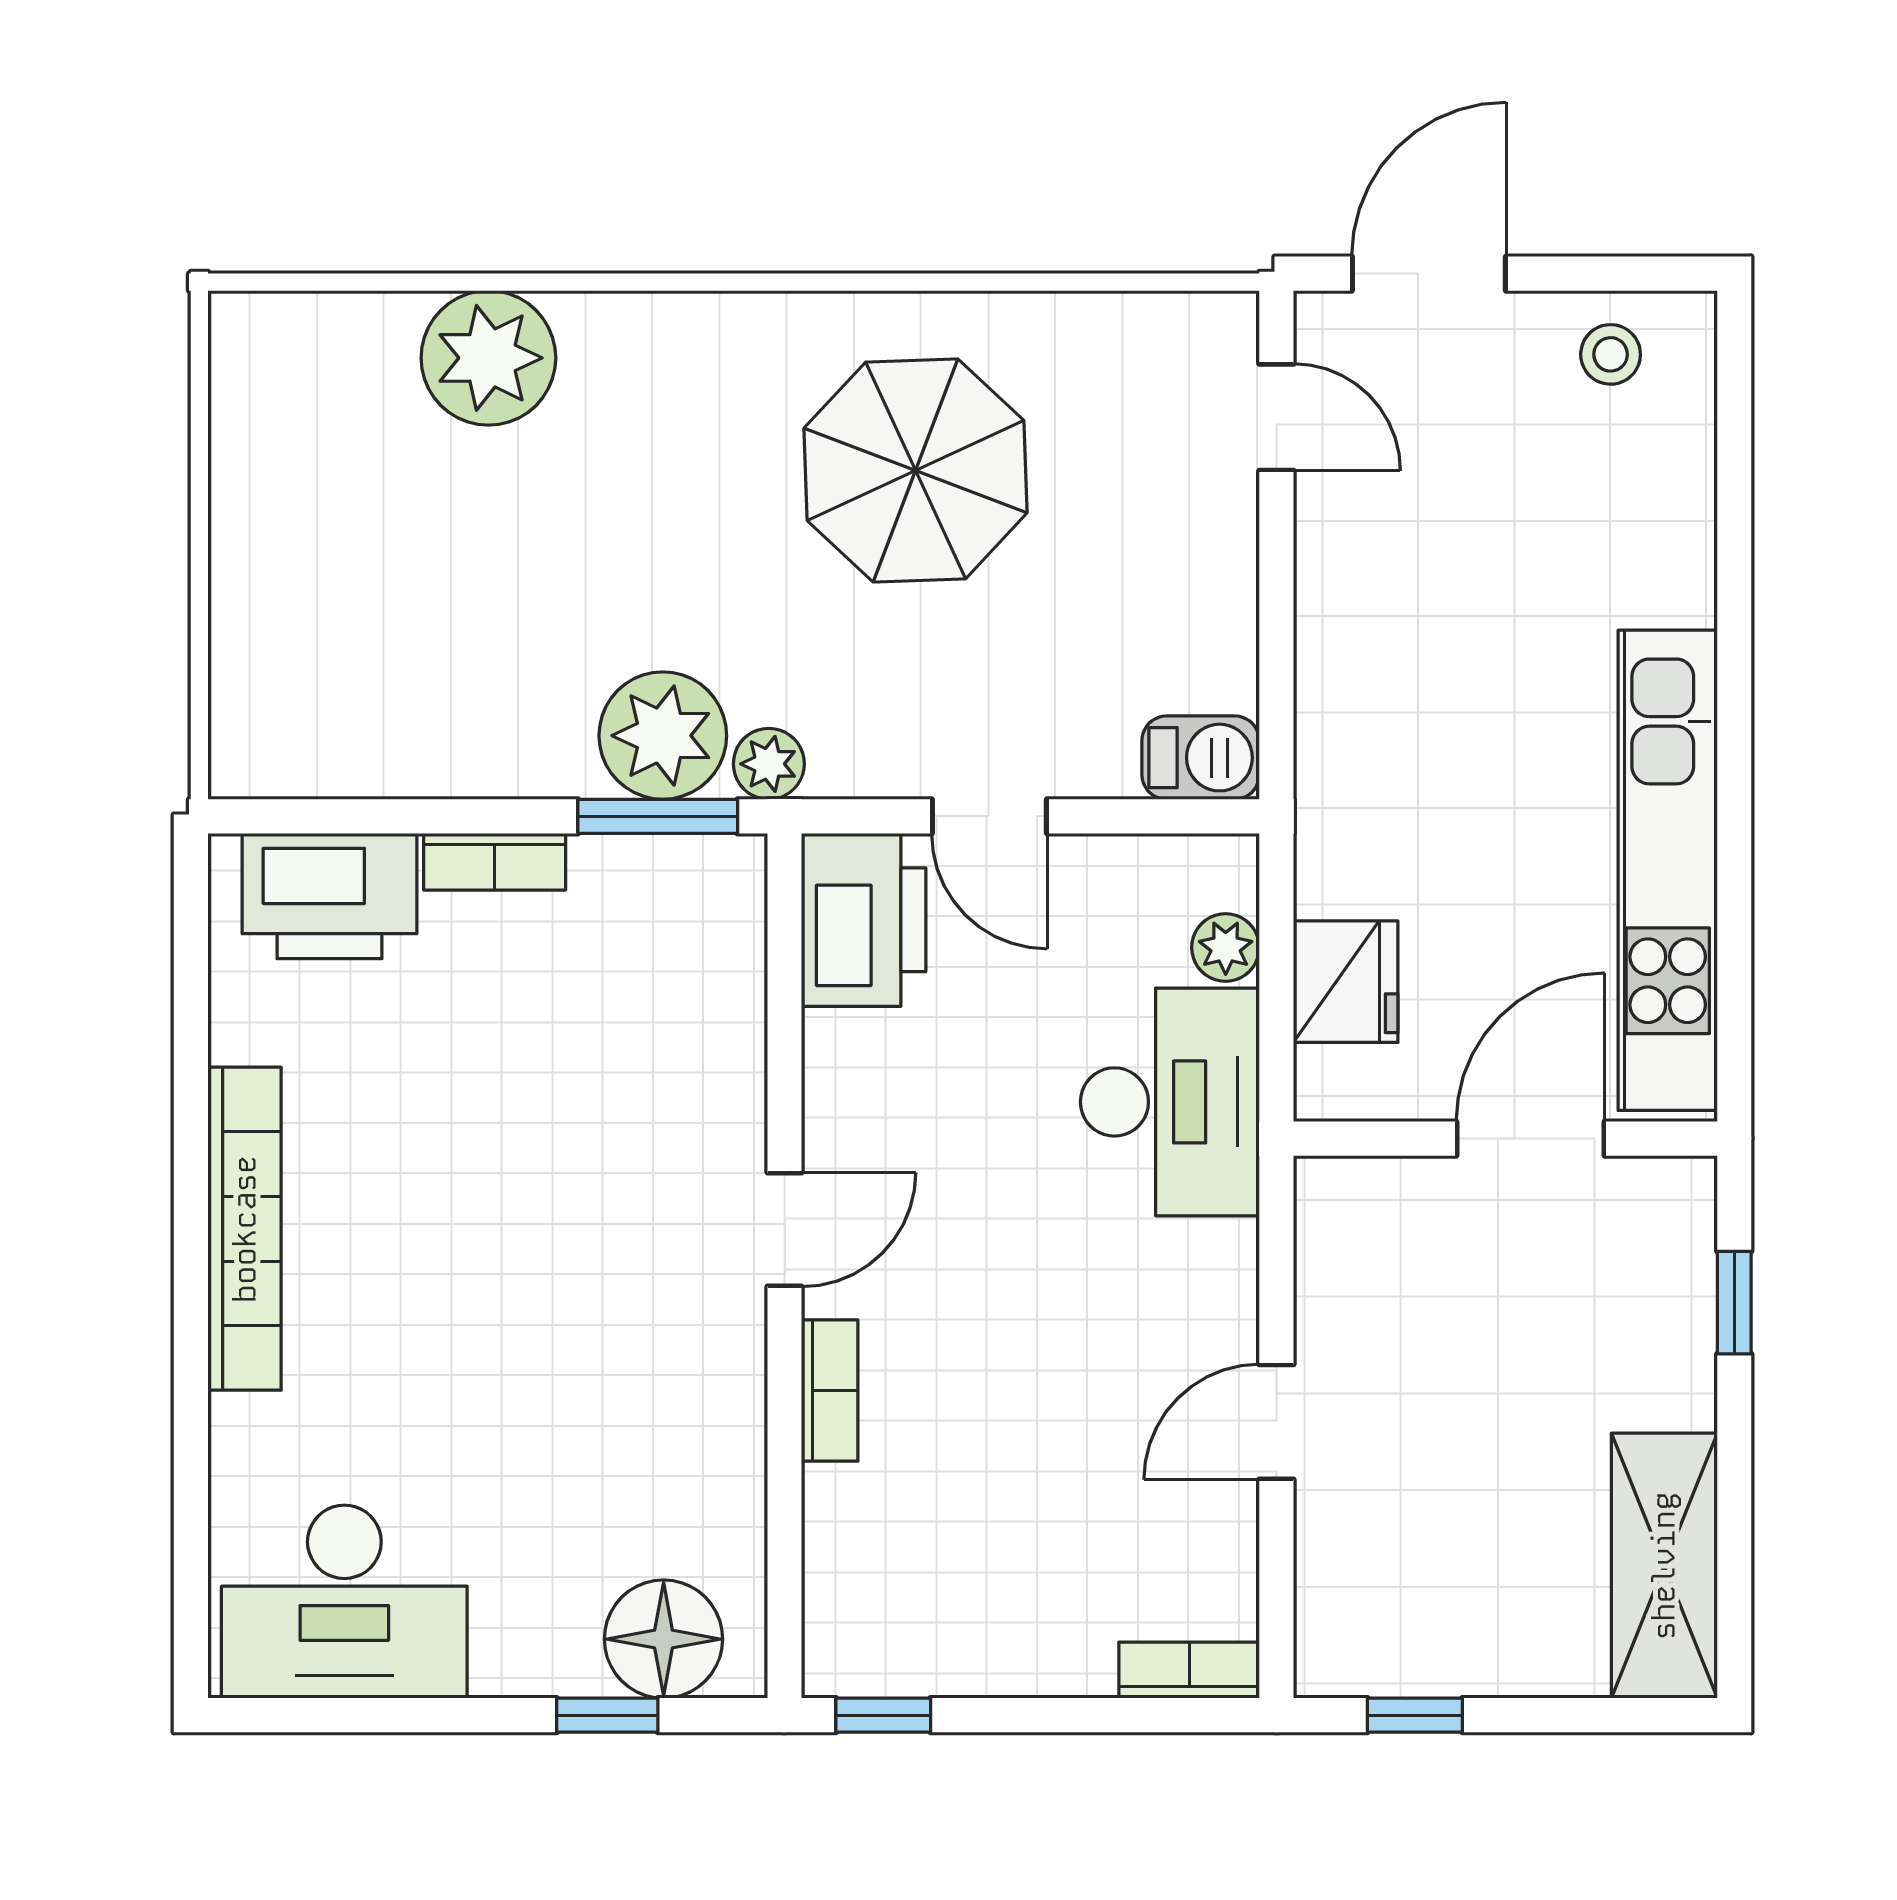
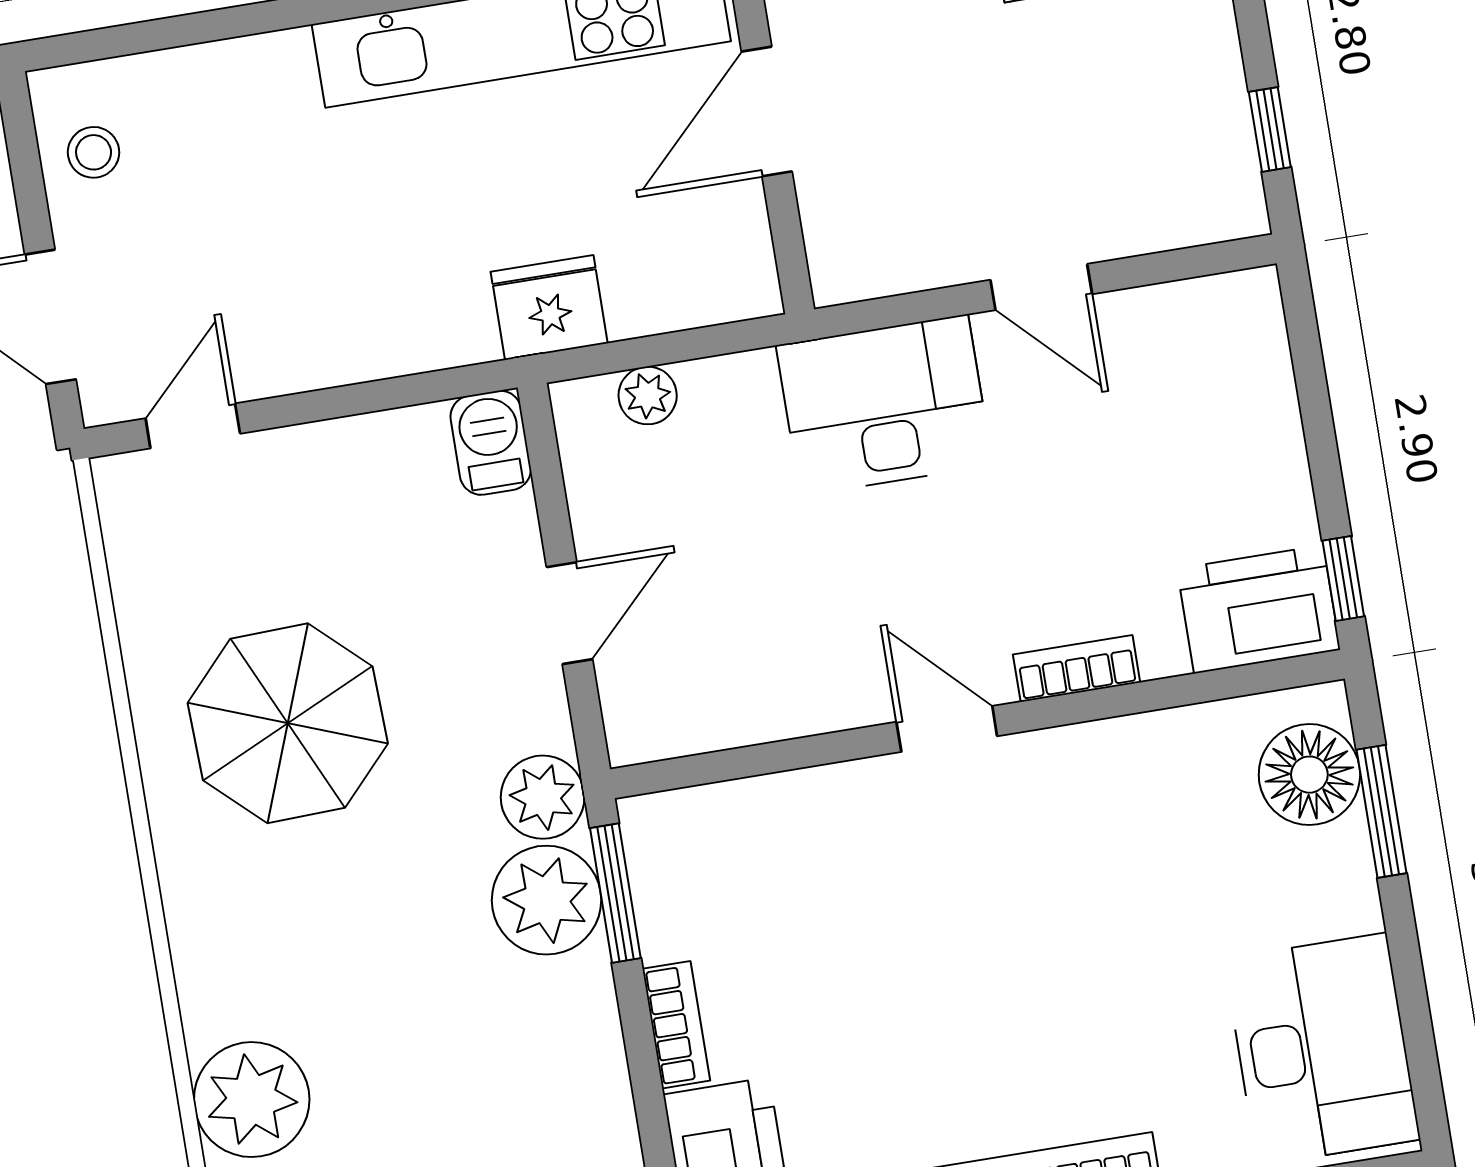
plant: (769, 764) -> (543, 797), width x1.38, depth x1.38
printer: (864, 920) -> (1259, 609), moved
fridge: (1346, 982) -> (549, 308), moved
desk: (1170, 1102) -> (884, 405), moved
door: (1531, 1139) -> (767, 112), hinge flipped
bookcase: (1189, 1670) -> (1263, 326), removed
window: (607, 1715) -> (1382, 811), width x1.50

